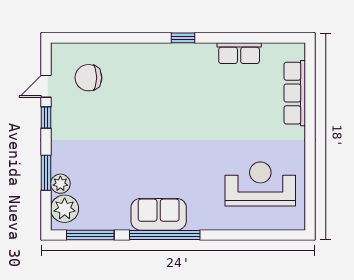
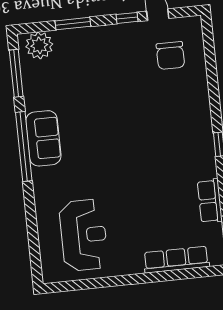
chair: (88, 78) -> (170, 56), turned 180
plant: (60, 184) -> (63, 39), removed

